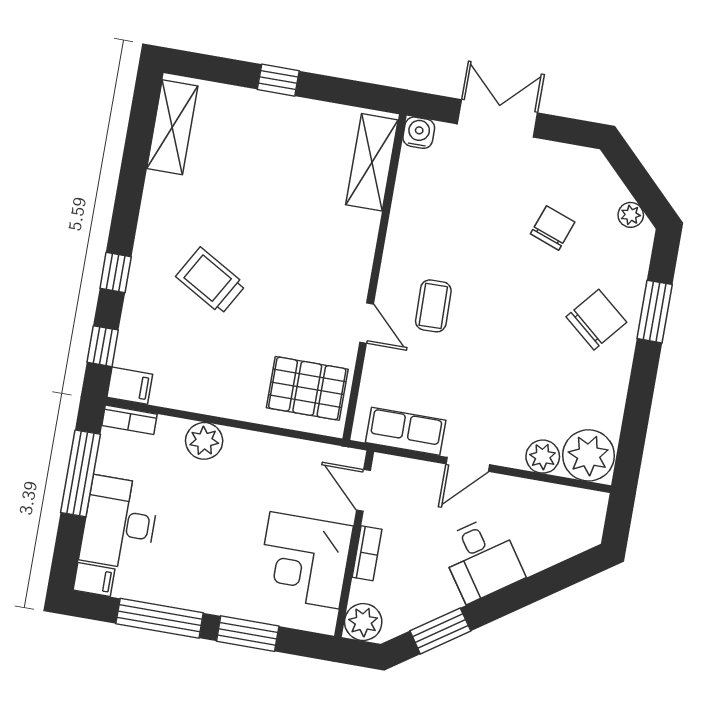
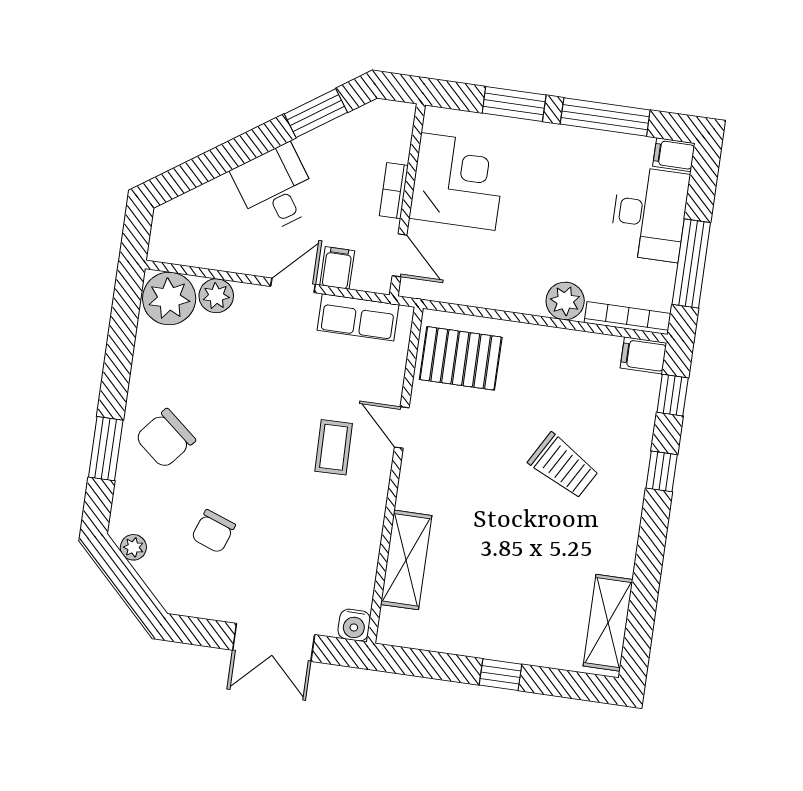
shelving: (372, 162) -> (406, 560), moved
bookcase: (129, 420) -> (627, 318), width x1.56
filing cabinet: (424, 480) -> (337, 268), added
plant: (363, 622) -> (396, 120), removed

